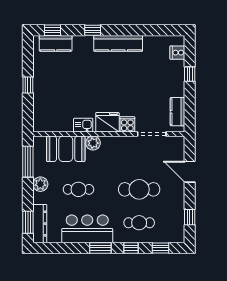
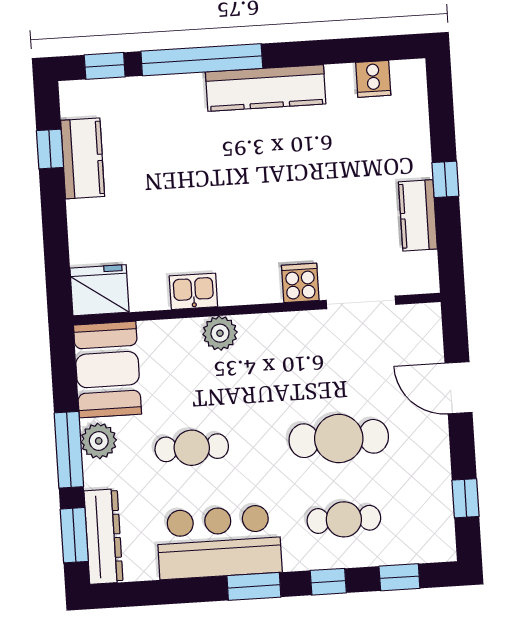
window: (93, 30) -> (202, 60), width x3.17
kitchen counter: (56, 43) -> (83, 158), moved, turned -90
cooker: (177, 53) -> (373, 79), moved, turned -90
window: (190, 74) -> (445, 179), moved
window: (28, 85) -> (50, 149), moved
kitchen counter: (177, 112) -> (418, 215), moved
fridge: (107, 122) -> (100, 290), moved
booth: (66, 149) -> (108, 370), moved, turned 90
window: (28, 162) -> (69, 450), moved

